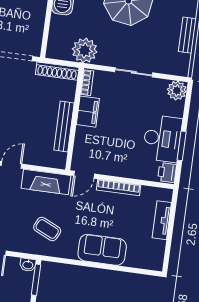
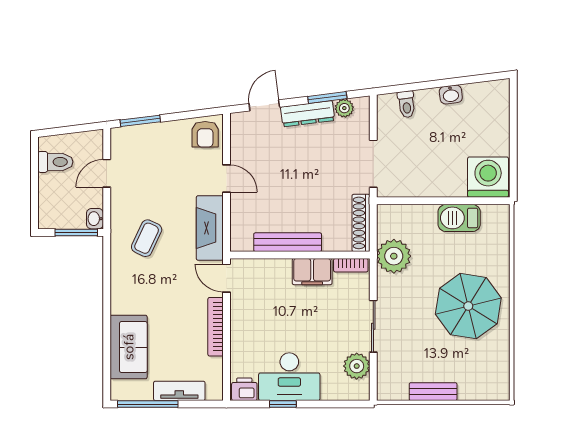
plant: (177, 90) -> (357, 366), moved
window: (182, 146) -> (283, 404), width x0.67
window: (168, 245) -> (148, 404), added
sofa: (102, 250) -> (129, 347), moved

